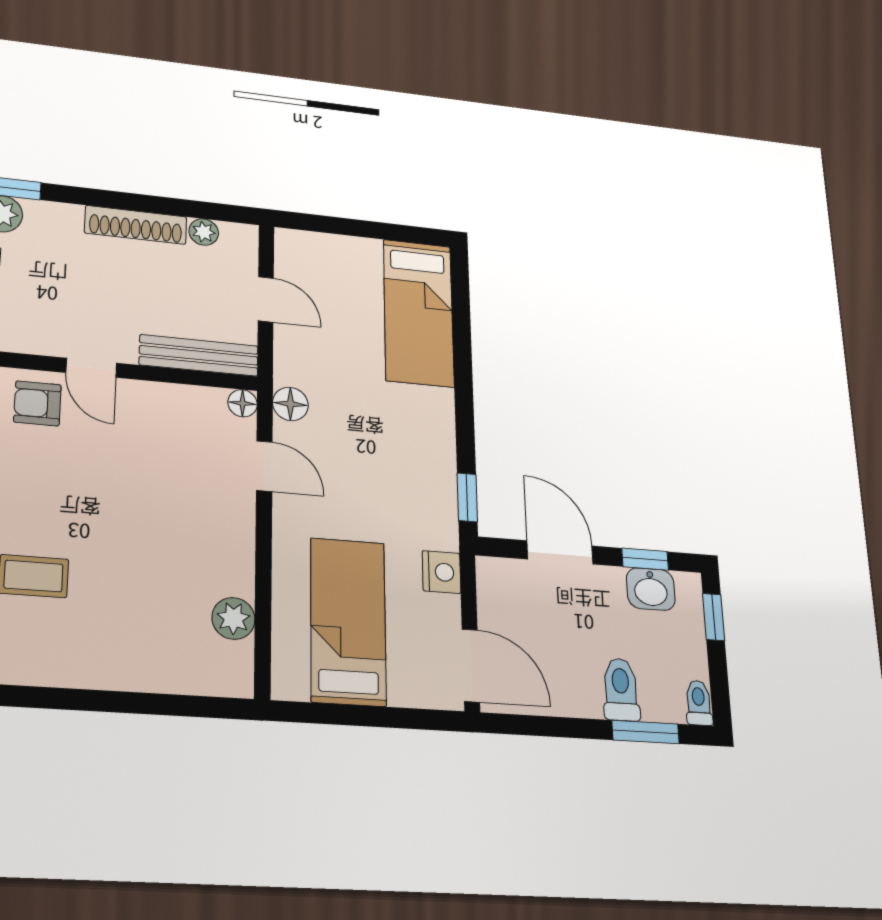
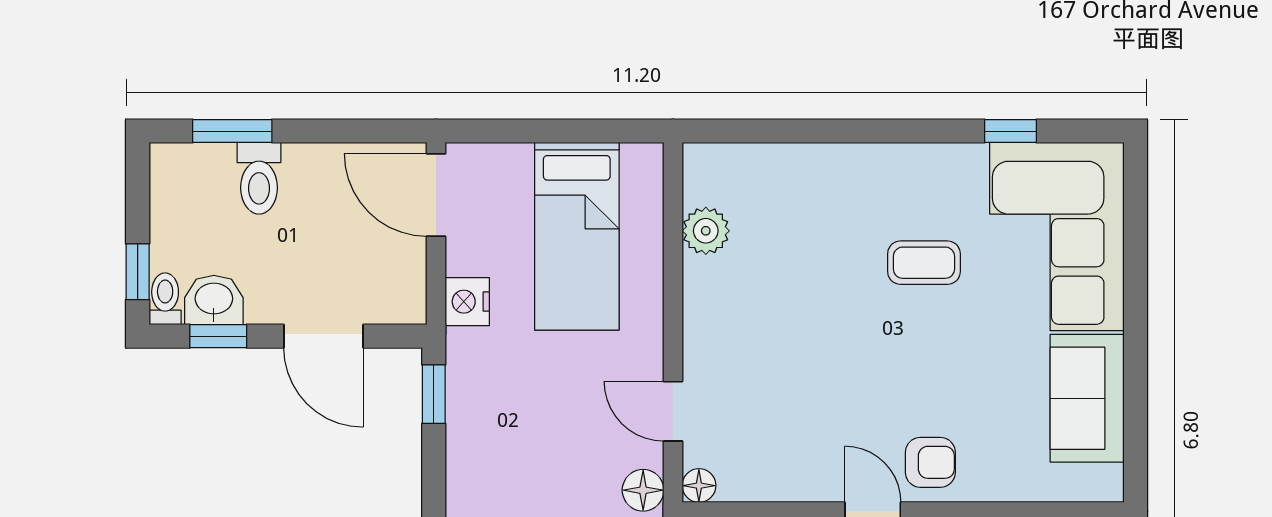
toilet: (699, 703) -> (165, 299), moved, turned 180

